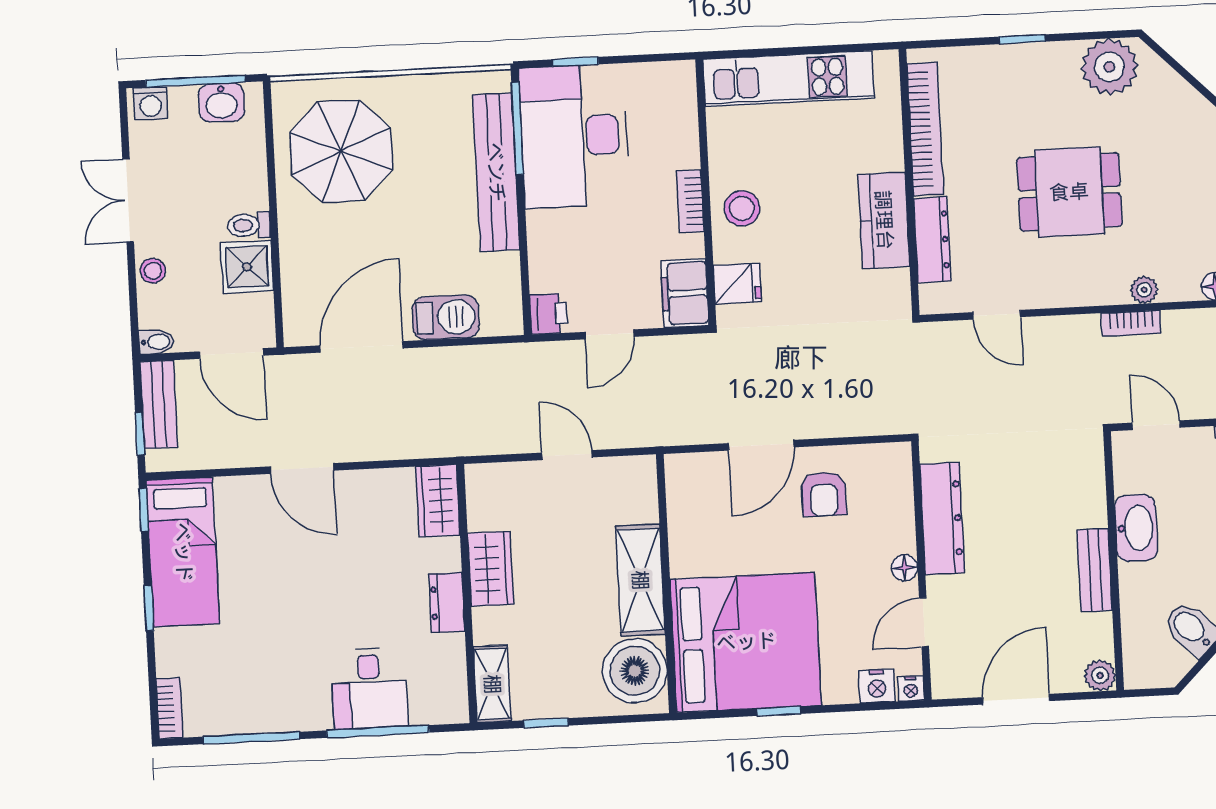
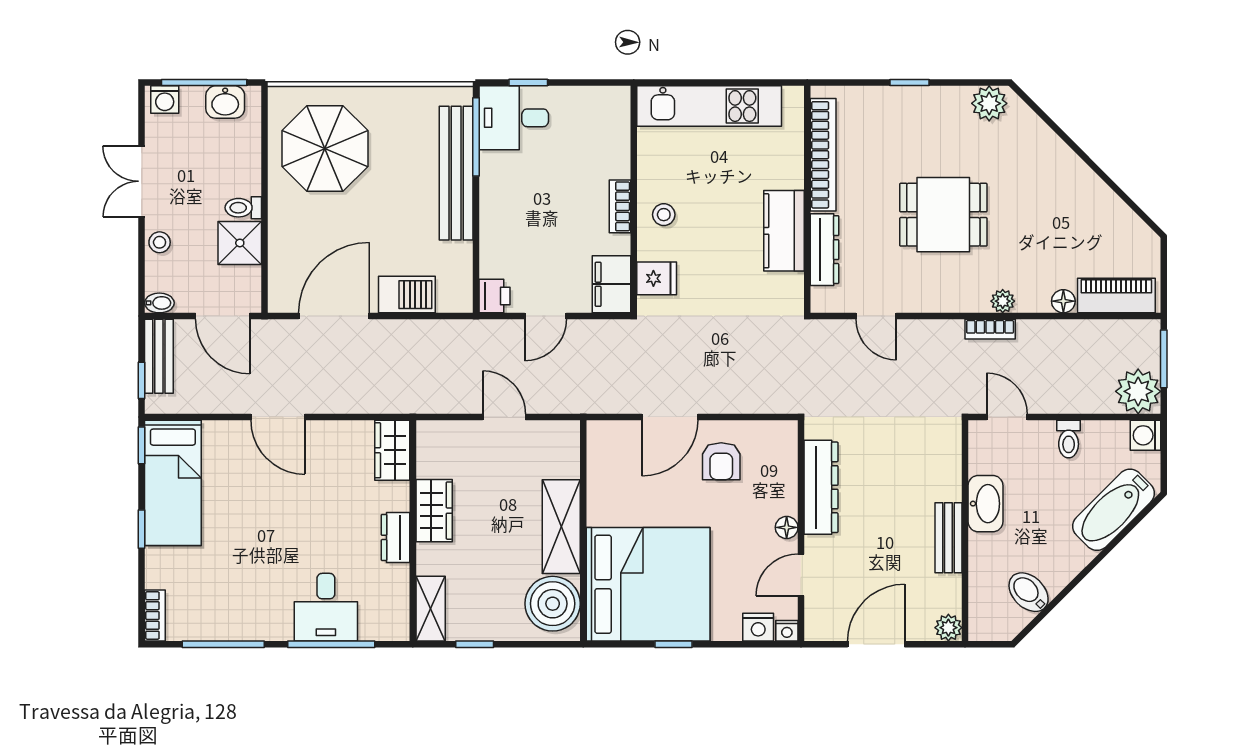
plant: (1109, 67) -> (989, 103), width x0.73, depth x0.73
desk: (574, 136) -> (514, 118), width x0.53, depth x0.77
stool: (742, 208) -> (664, 215), width x0.73, depth x0.73

